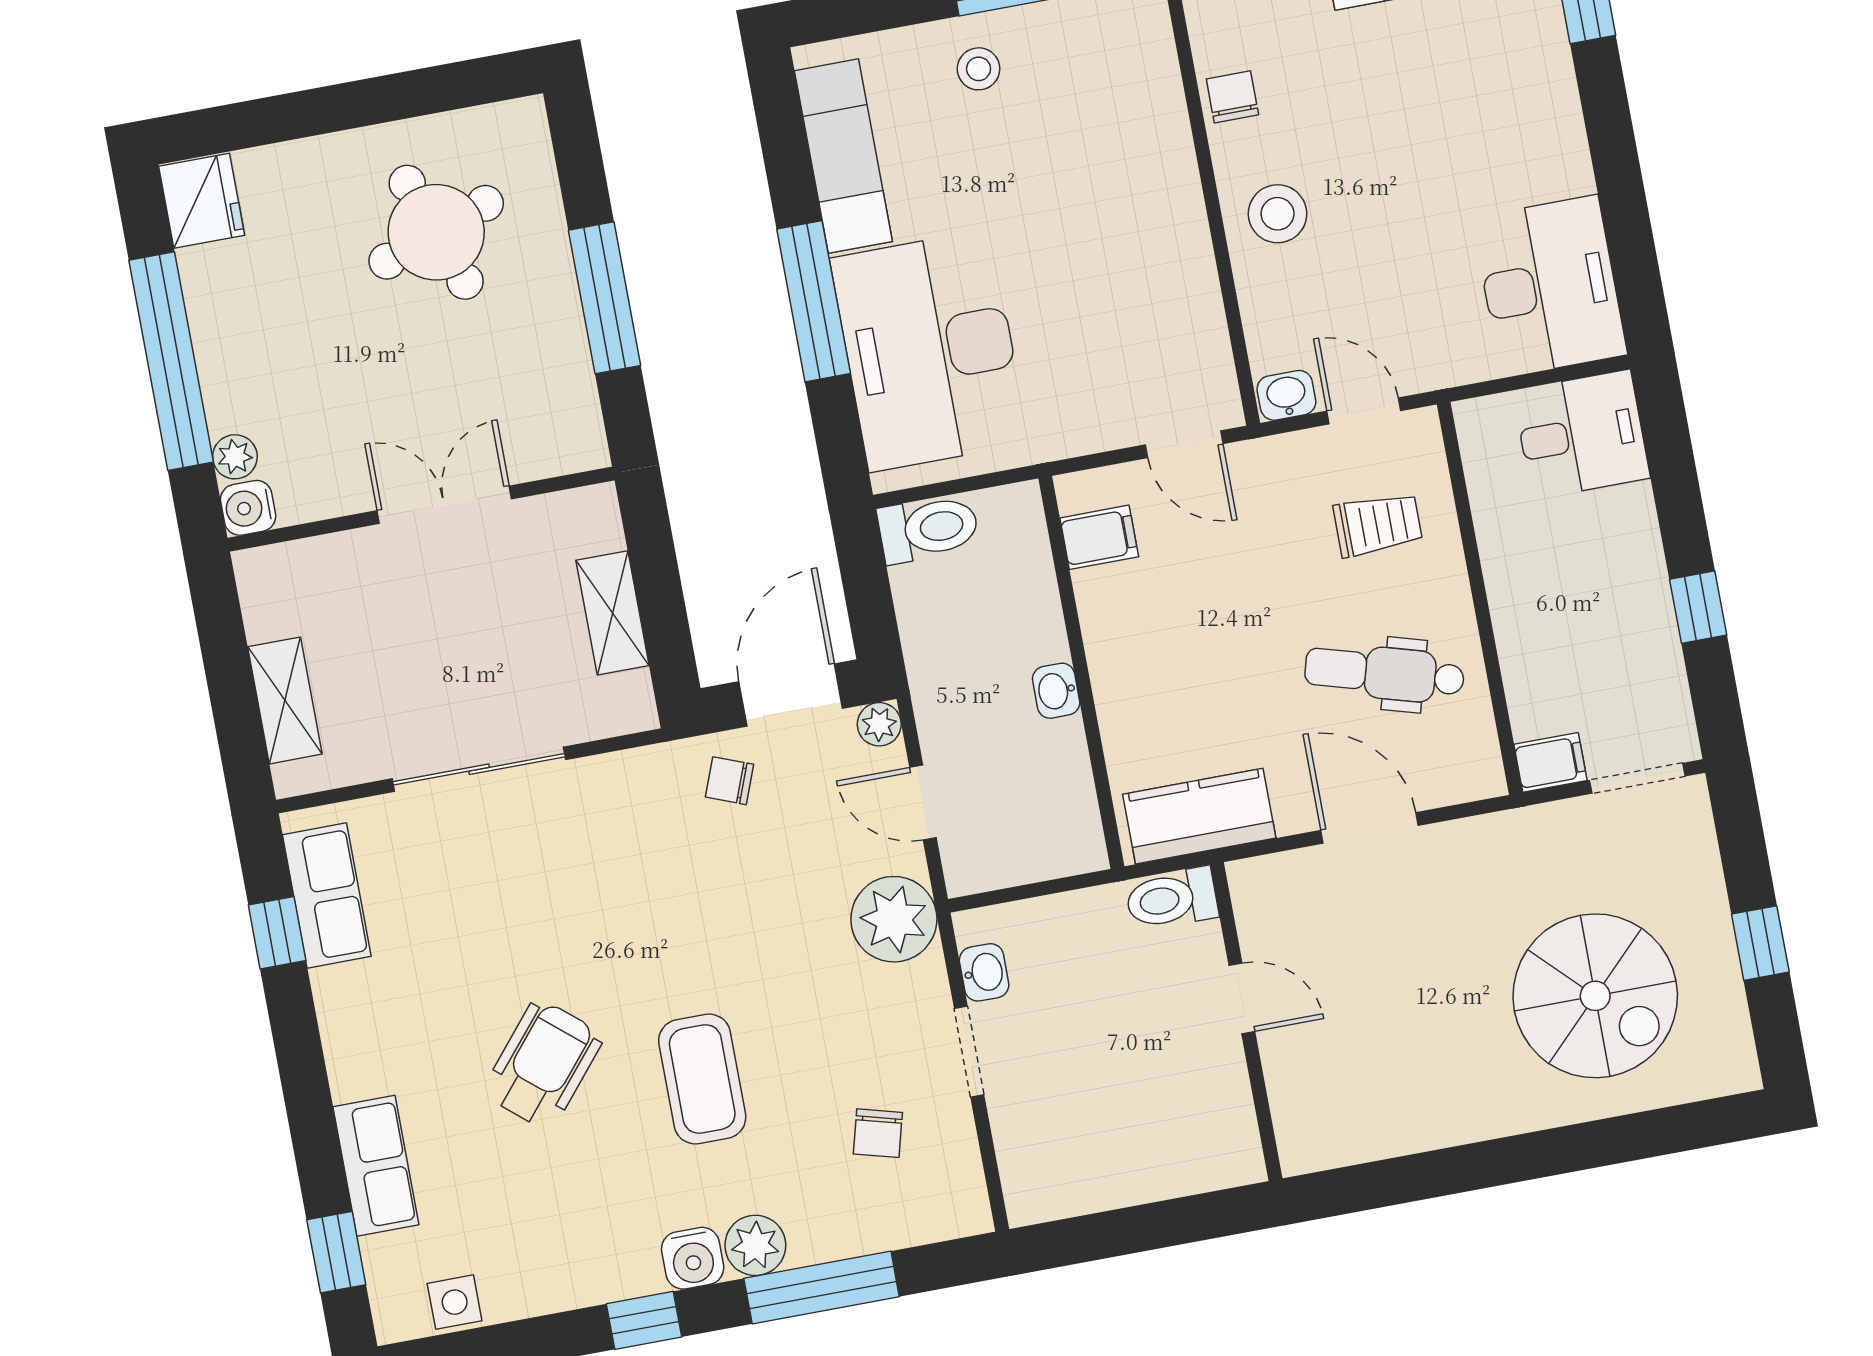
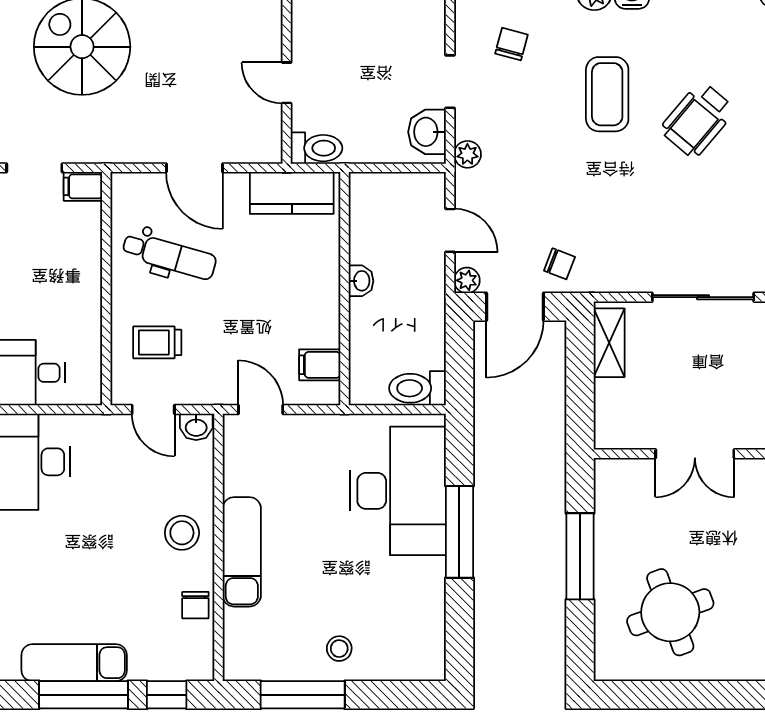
exam couch: (843, 156) -> (242, 552), moved, turned 180
shelving: (613, 613) -> (609, 343), moved
plant: (894, 919) -> (467, 154), width x0.53, depth x0.53
washbasin: (984, 972) -> (427, 132), width x1.38, depth x1.45

